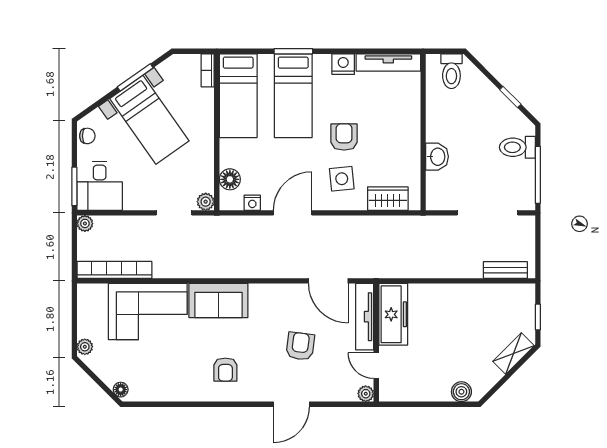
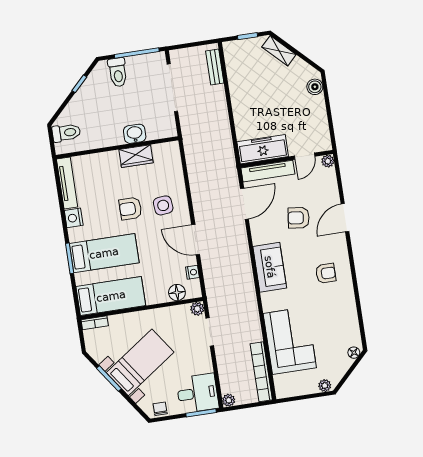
wardrobe: (388, 199) -> (136, 156), moved, turned -90
sofa: (218, 301) -> (270, 267), moved
door: (291, 404) -> (345, 218), swing flipped

